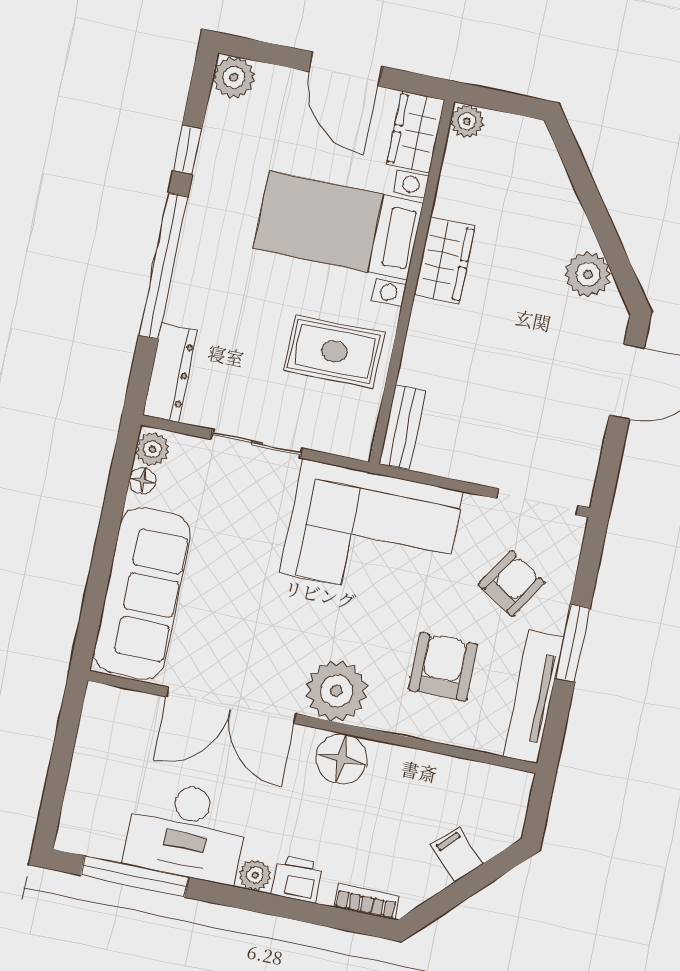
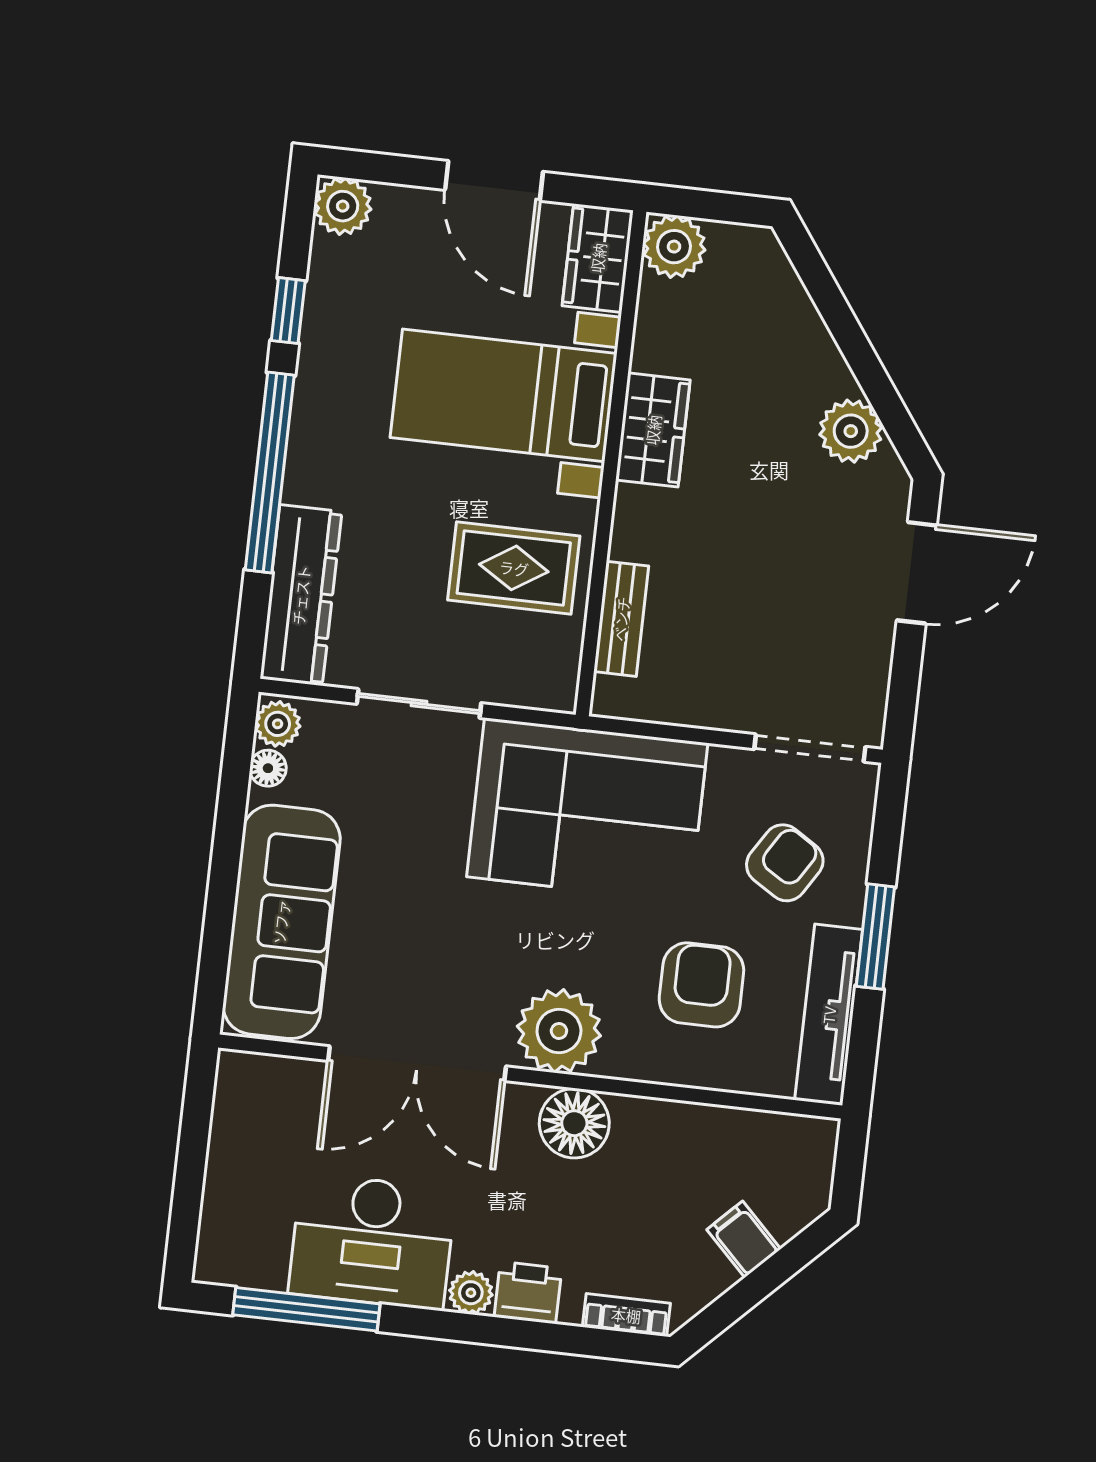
plant: (467, 121) -> (674, 247), width x1.38, depth x1.38
dresser: (170, 373) -> (301, 595), width x1.37, depth x1.24
bench: (402, 428) -> (621, 619), moved

